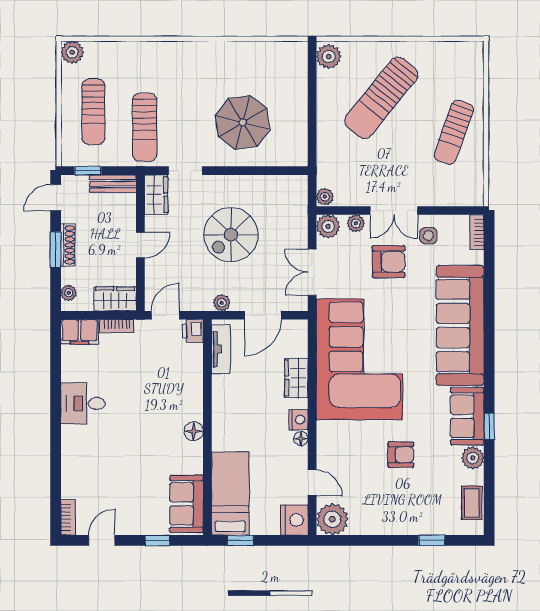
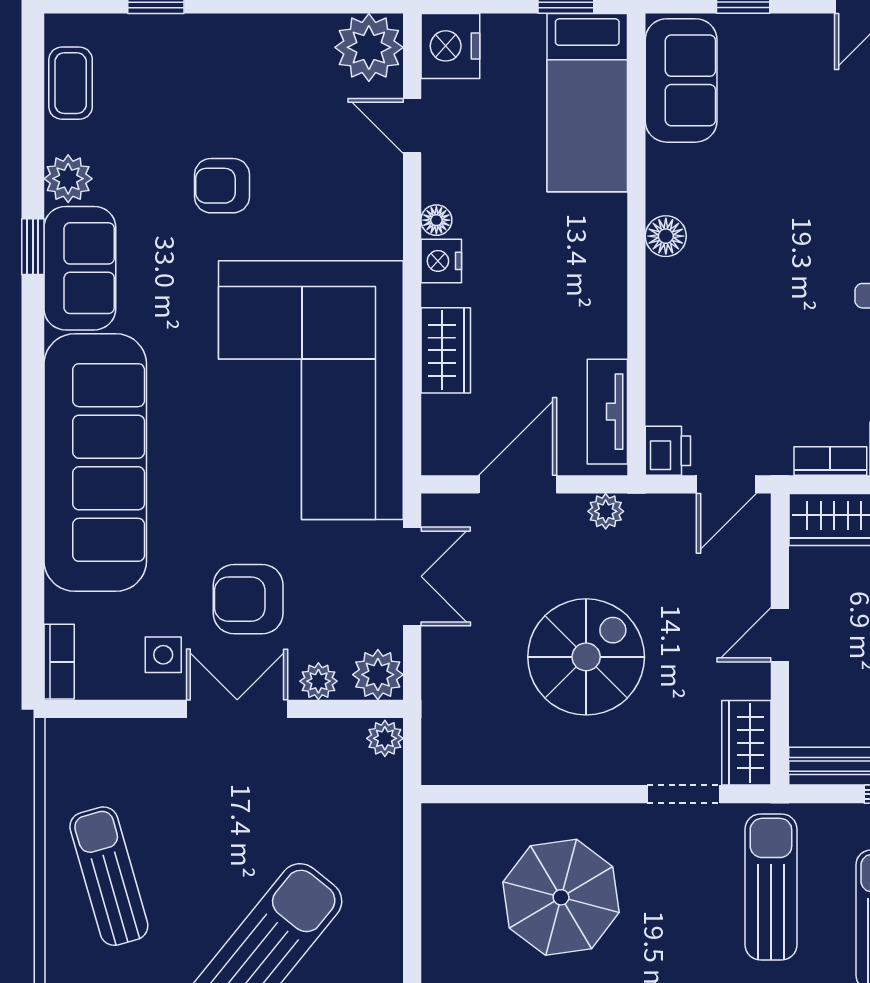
sun lounger: (454, 132) -> (109, 876), turned -36

